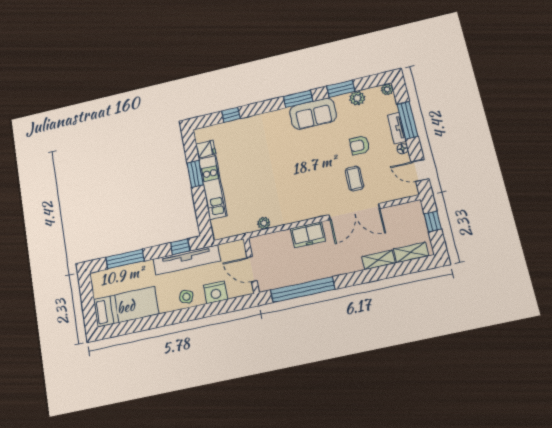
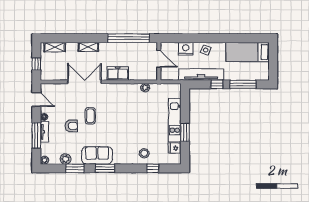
stool: (247, 132) -> (144, 153), added
coffee table: (354, 179) -> (90, 116), moved
window: (180, 247) -> (217, 84), moved
shelving: (379, 260) -> (88, 47), moved

